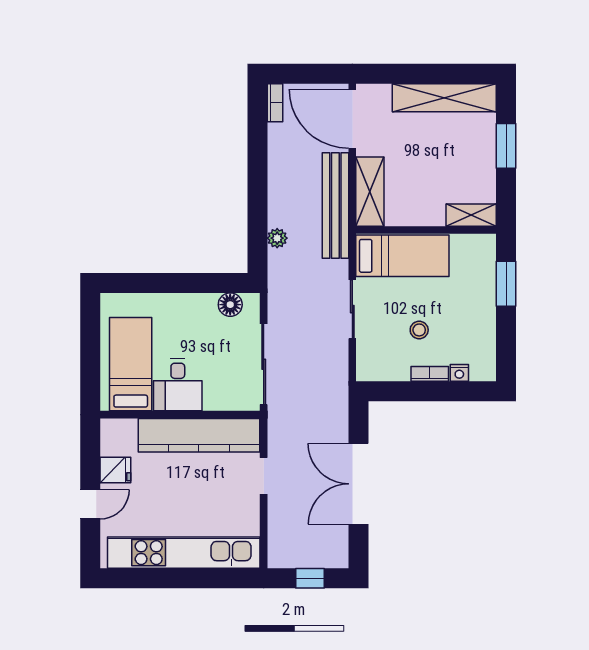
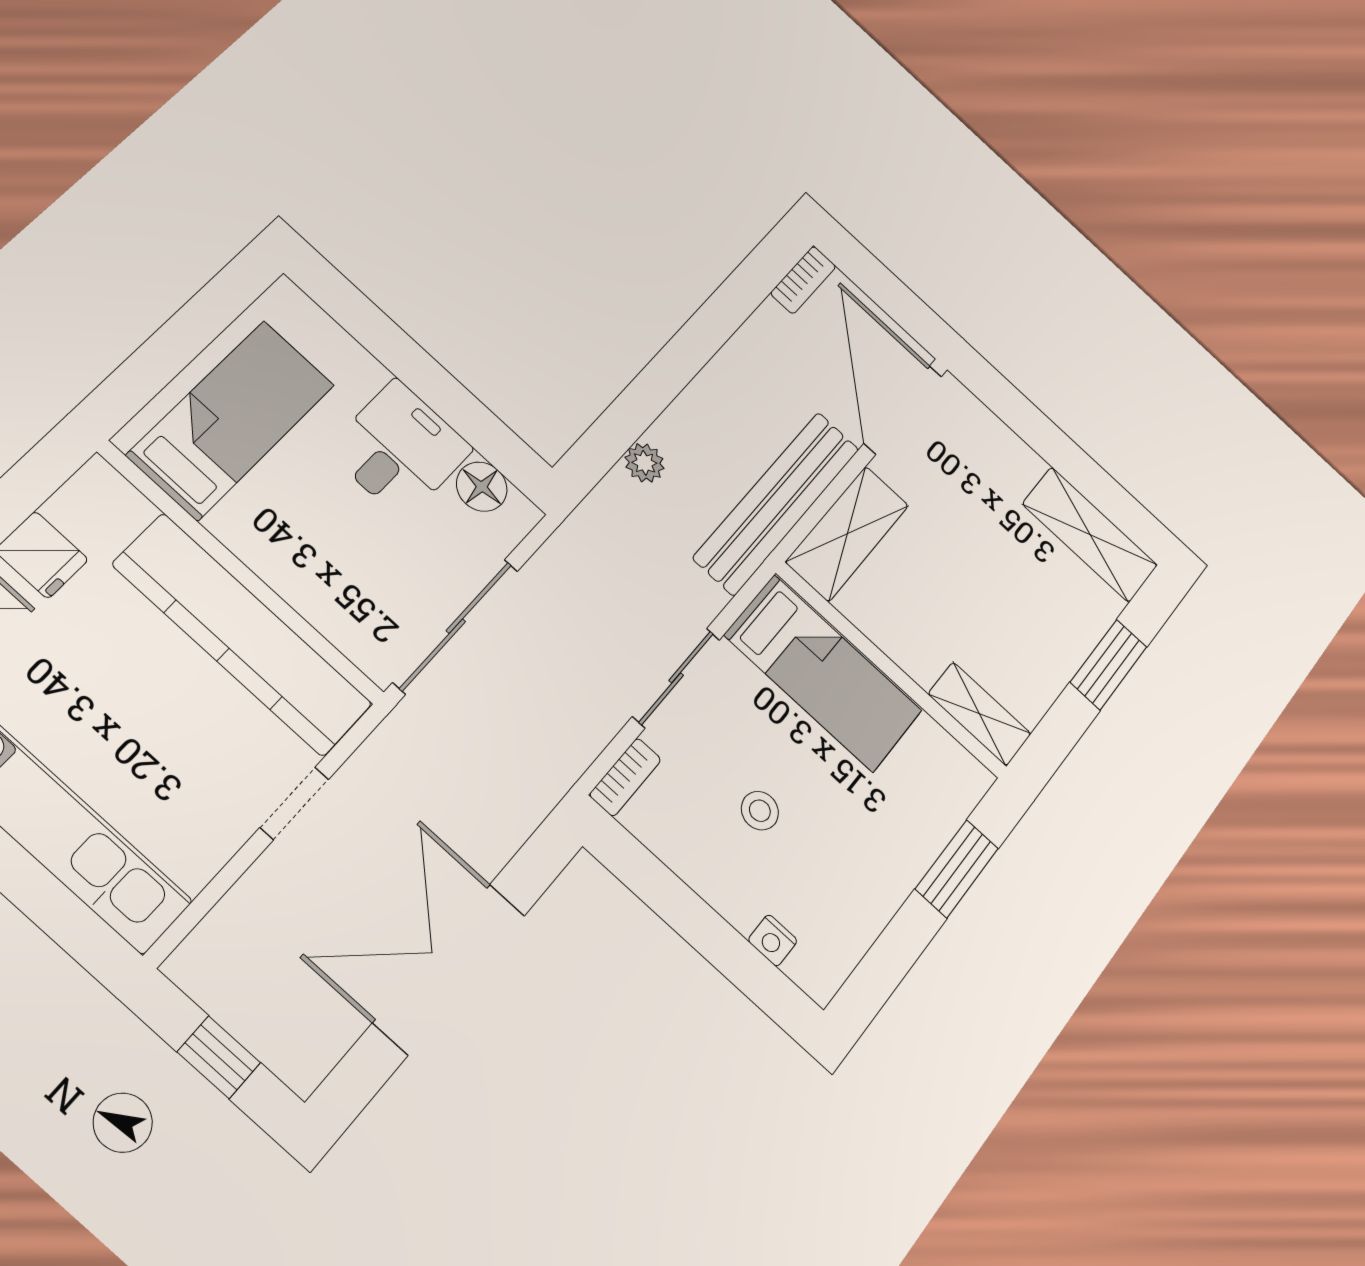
shelving: (444, 98) -> (1090, 535), width x0.68
bookcase: (430, 374) -> (625, 777), moved, turned 90
desk: (178, 385) -> (400, 449), moved, turned 180

